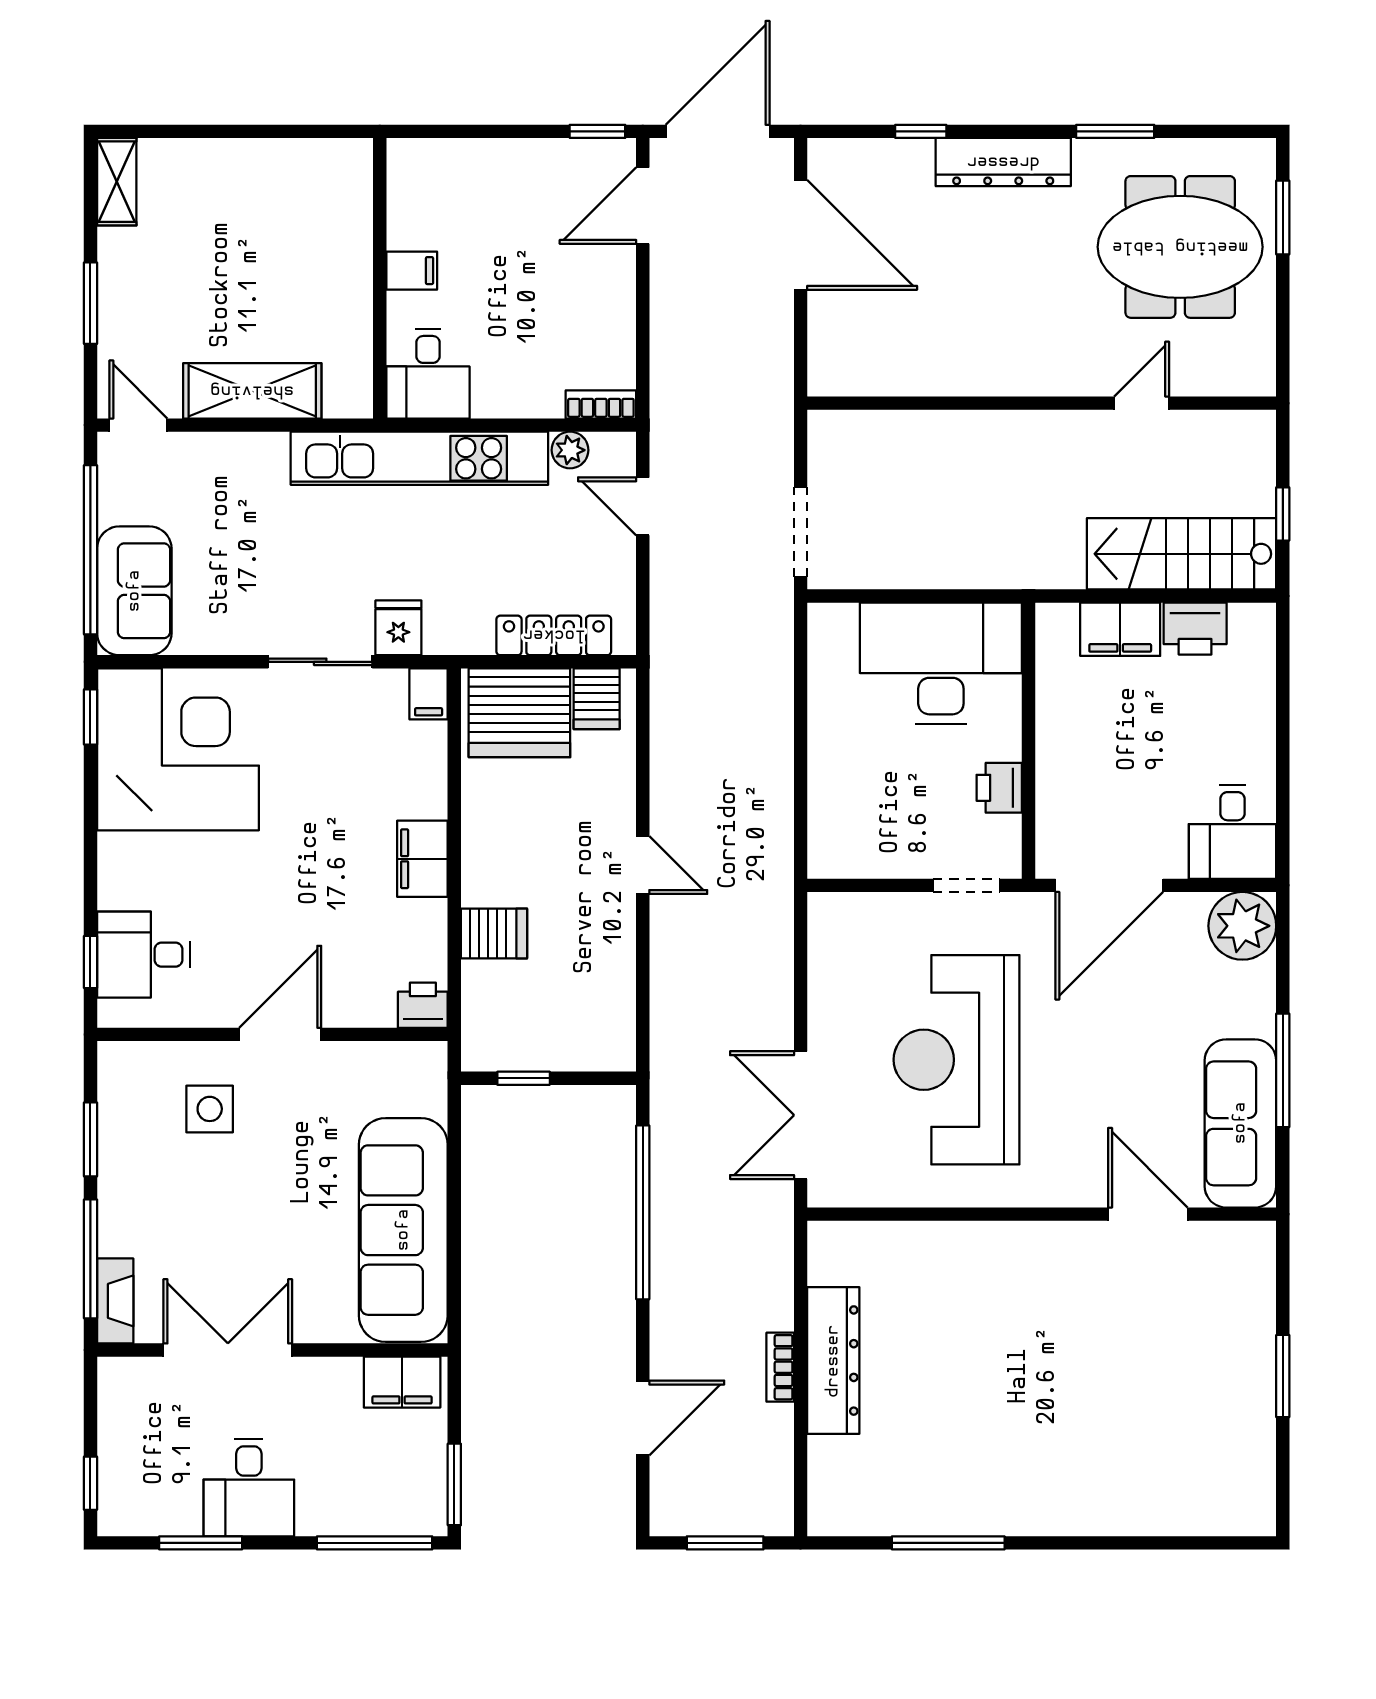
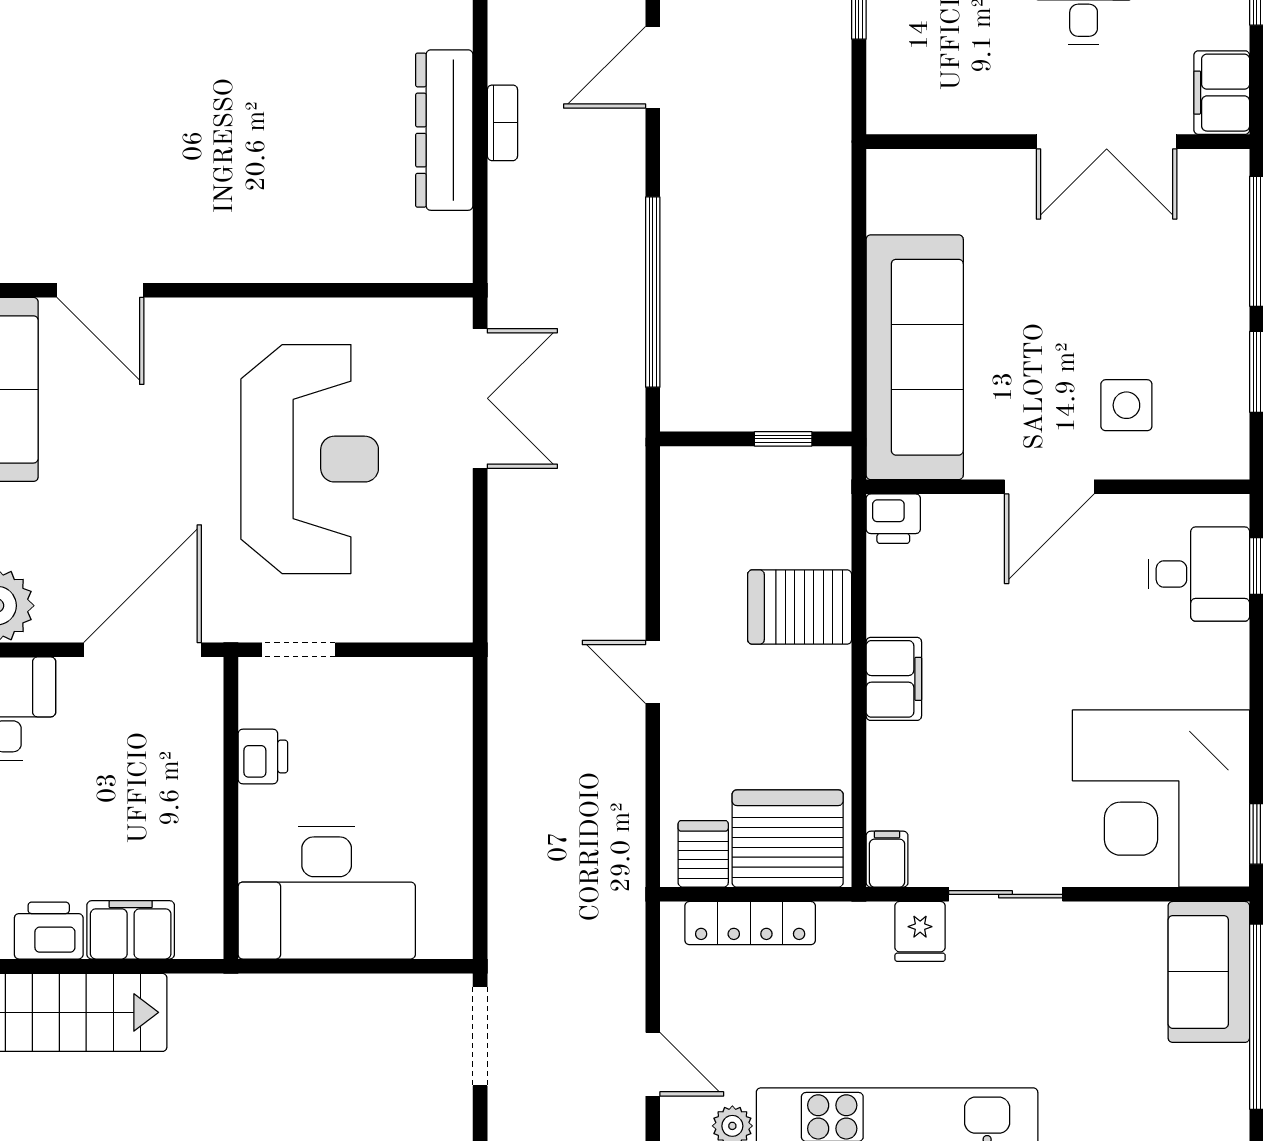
server rack: (494, 933) -> (800, 607), width x1.36, depth x1.44
sofa: (403, 1230) -> (915, 357), moved
fireplace: (115, 1301) -> (1230, 195), removed
filing cabinet: (402, 1382) -> (1222, 93), moved, turned -90

